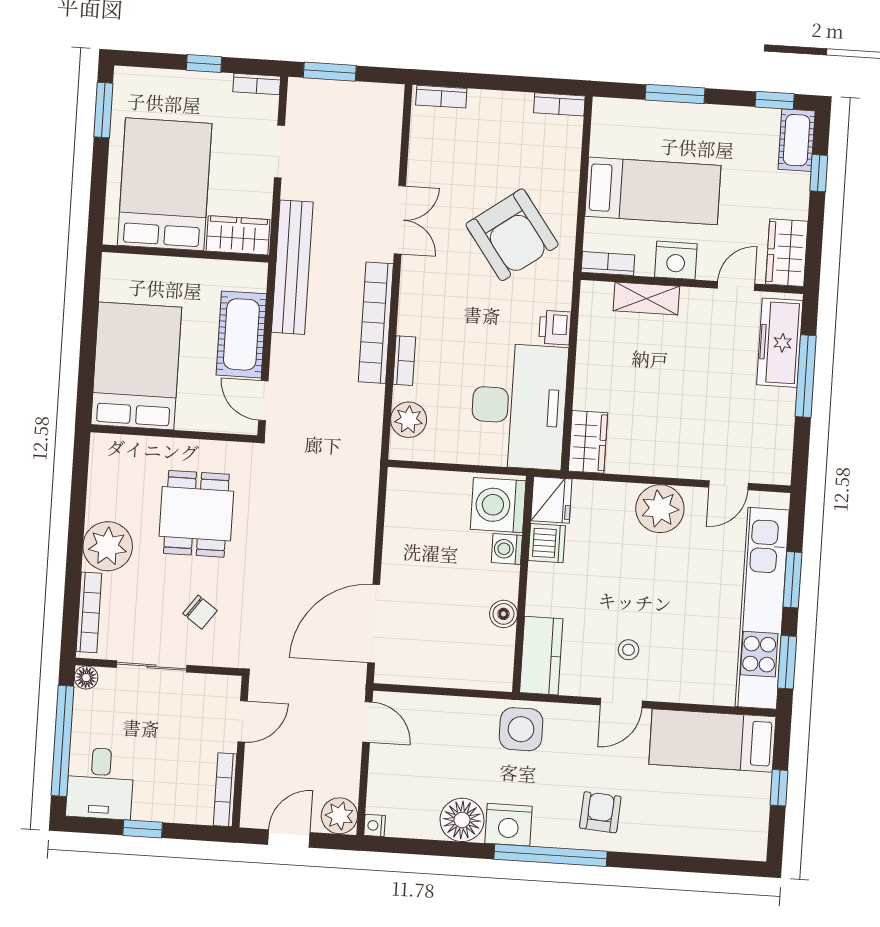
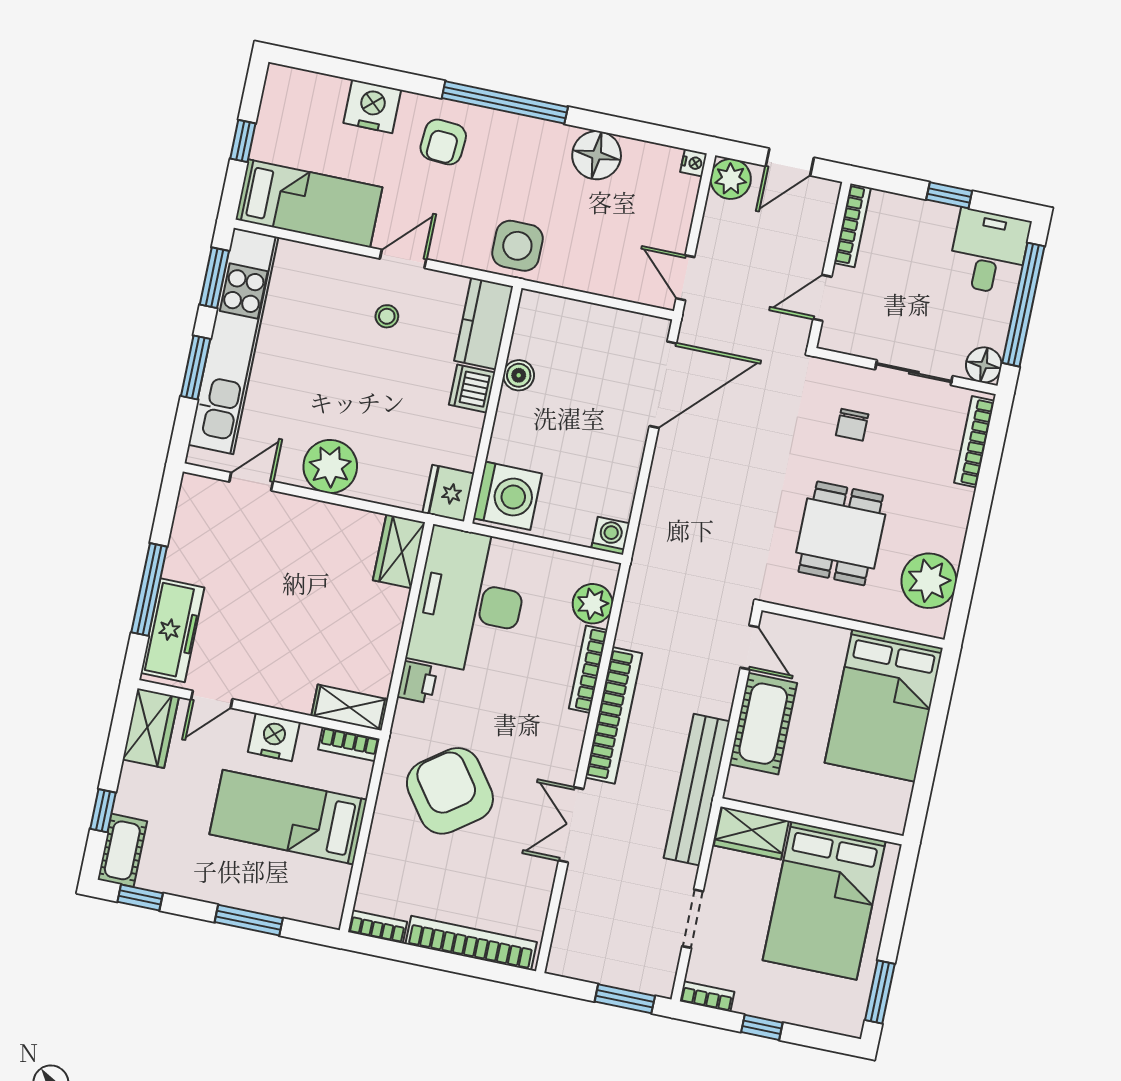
bookcase: (441, 97) -> (471, 943), width x2.31, depth x1.31
shelving: (646, 299) -> (350, 707), moved
bookcase: (404, 361) -> (588, 669), width x1.56
dishwasher: (547, 543) -> (472, 389), moved
plant: (108, 546) -> (929, 581), moved
washing machine: (507, 549) -> (611, 536), moved, turned -90
chair: (200, 612) -> (852, 425), turned -126
floor lamp: (86, 678) -> (984, 365), width x1.37, depth x1.37
nightstand: (509, 825) -> (372, 106), moved

